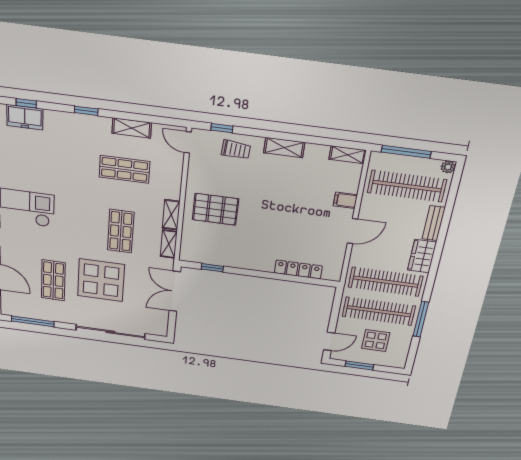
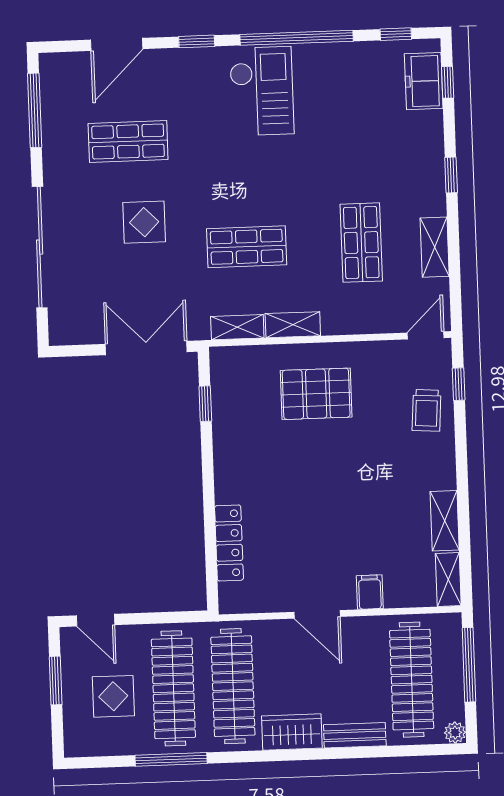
shelving: (284, 148) -> (445, 521), moved
pallet: (215, 209) -> (316, 394), turned 90
display table: (101, 280) -> (144, 222), width x0.54, depth x0.54

